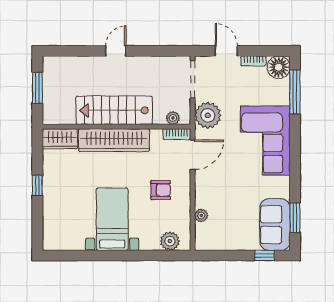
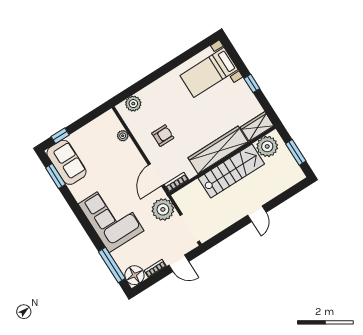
plant: (173, 118) -> (267, 146), moved, width x1.88, depth x1.88
armchair: (161, 190) -> (163, 136), turned 180
bed with nightstands: (112, 219) -> (209, 72), moved, turned 90

